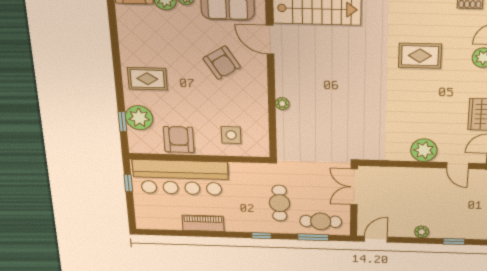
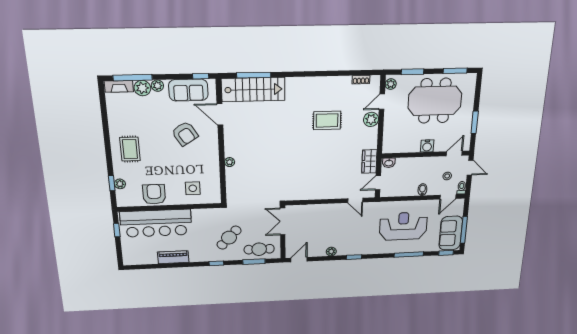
rug: (147, 79) -> (130, 149), turned 90
plant: (139, 118) -> (120, 184), width x0.53, depth x0.53
plant: (424, 150) -> (331, 190), removed
cafe table: (280, 203) -> (229, 238), turned 43

